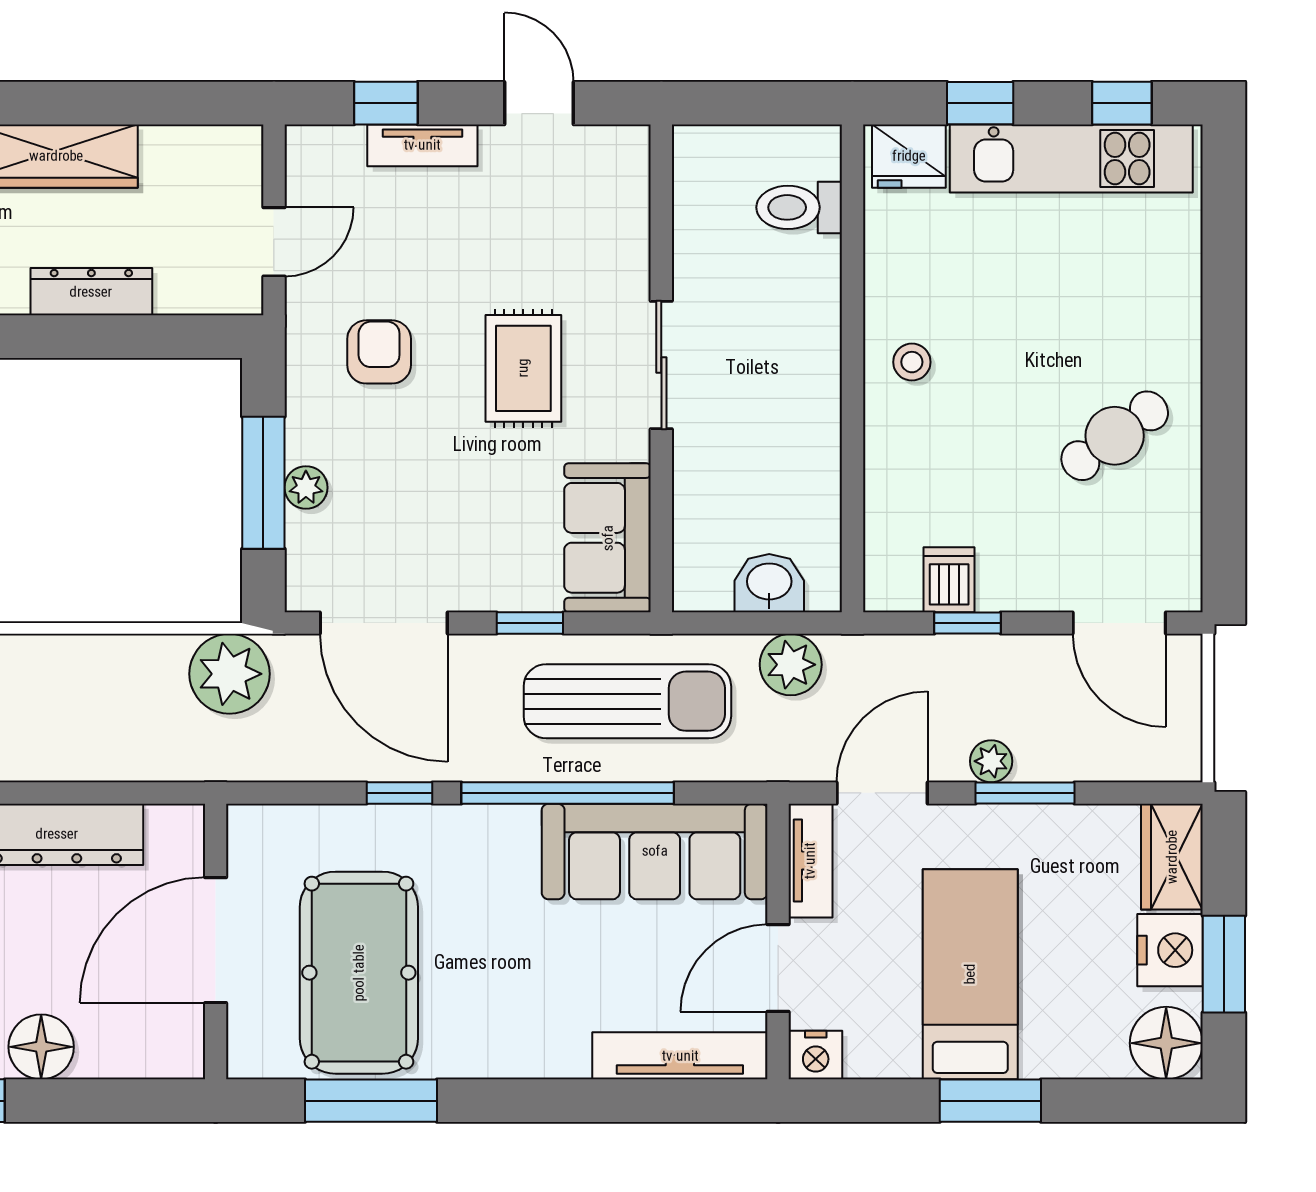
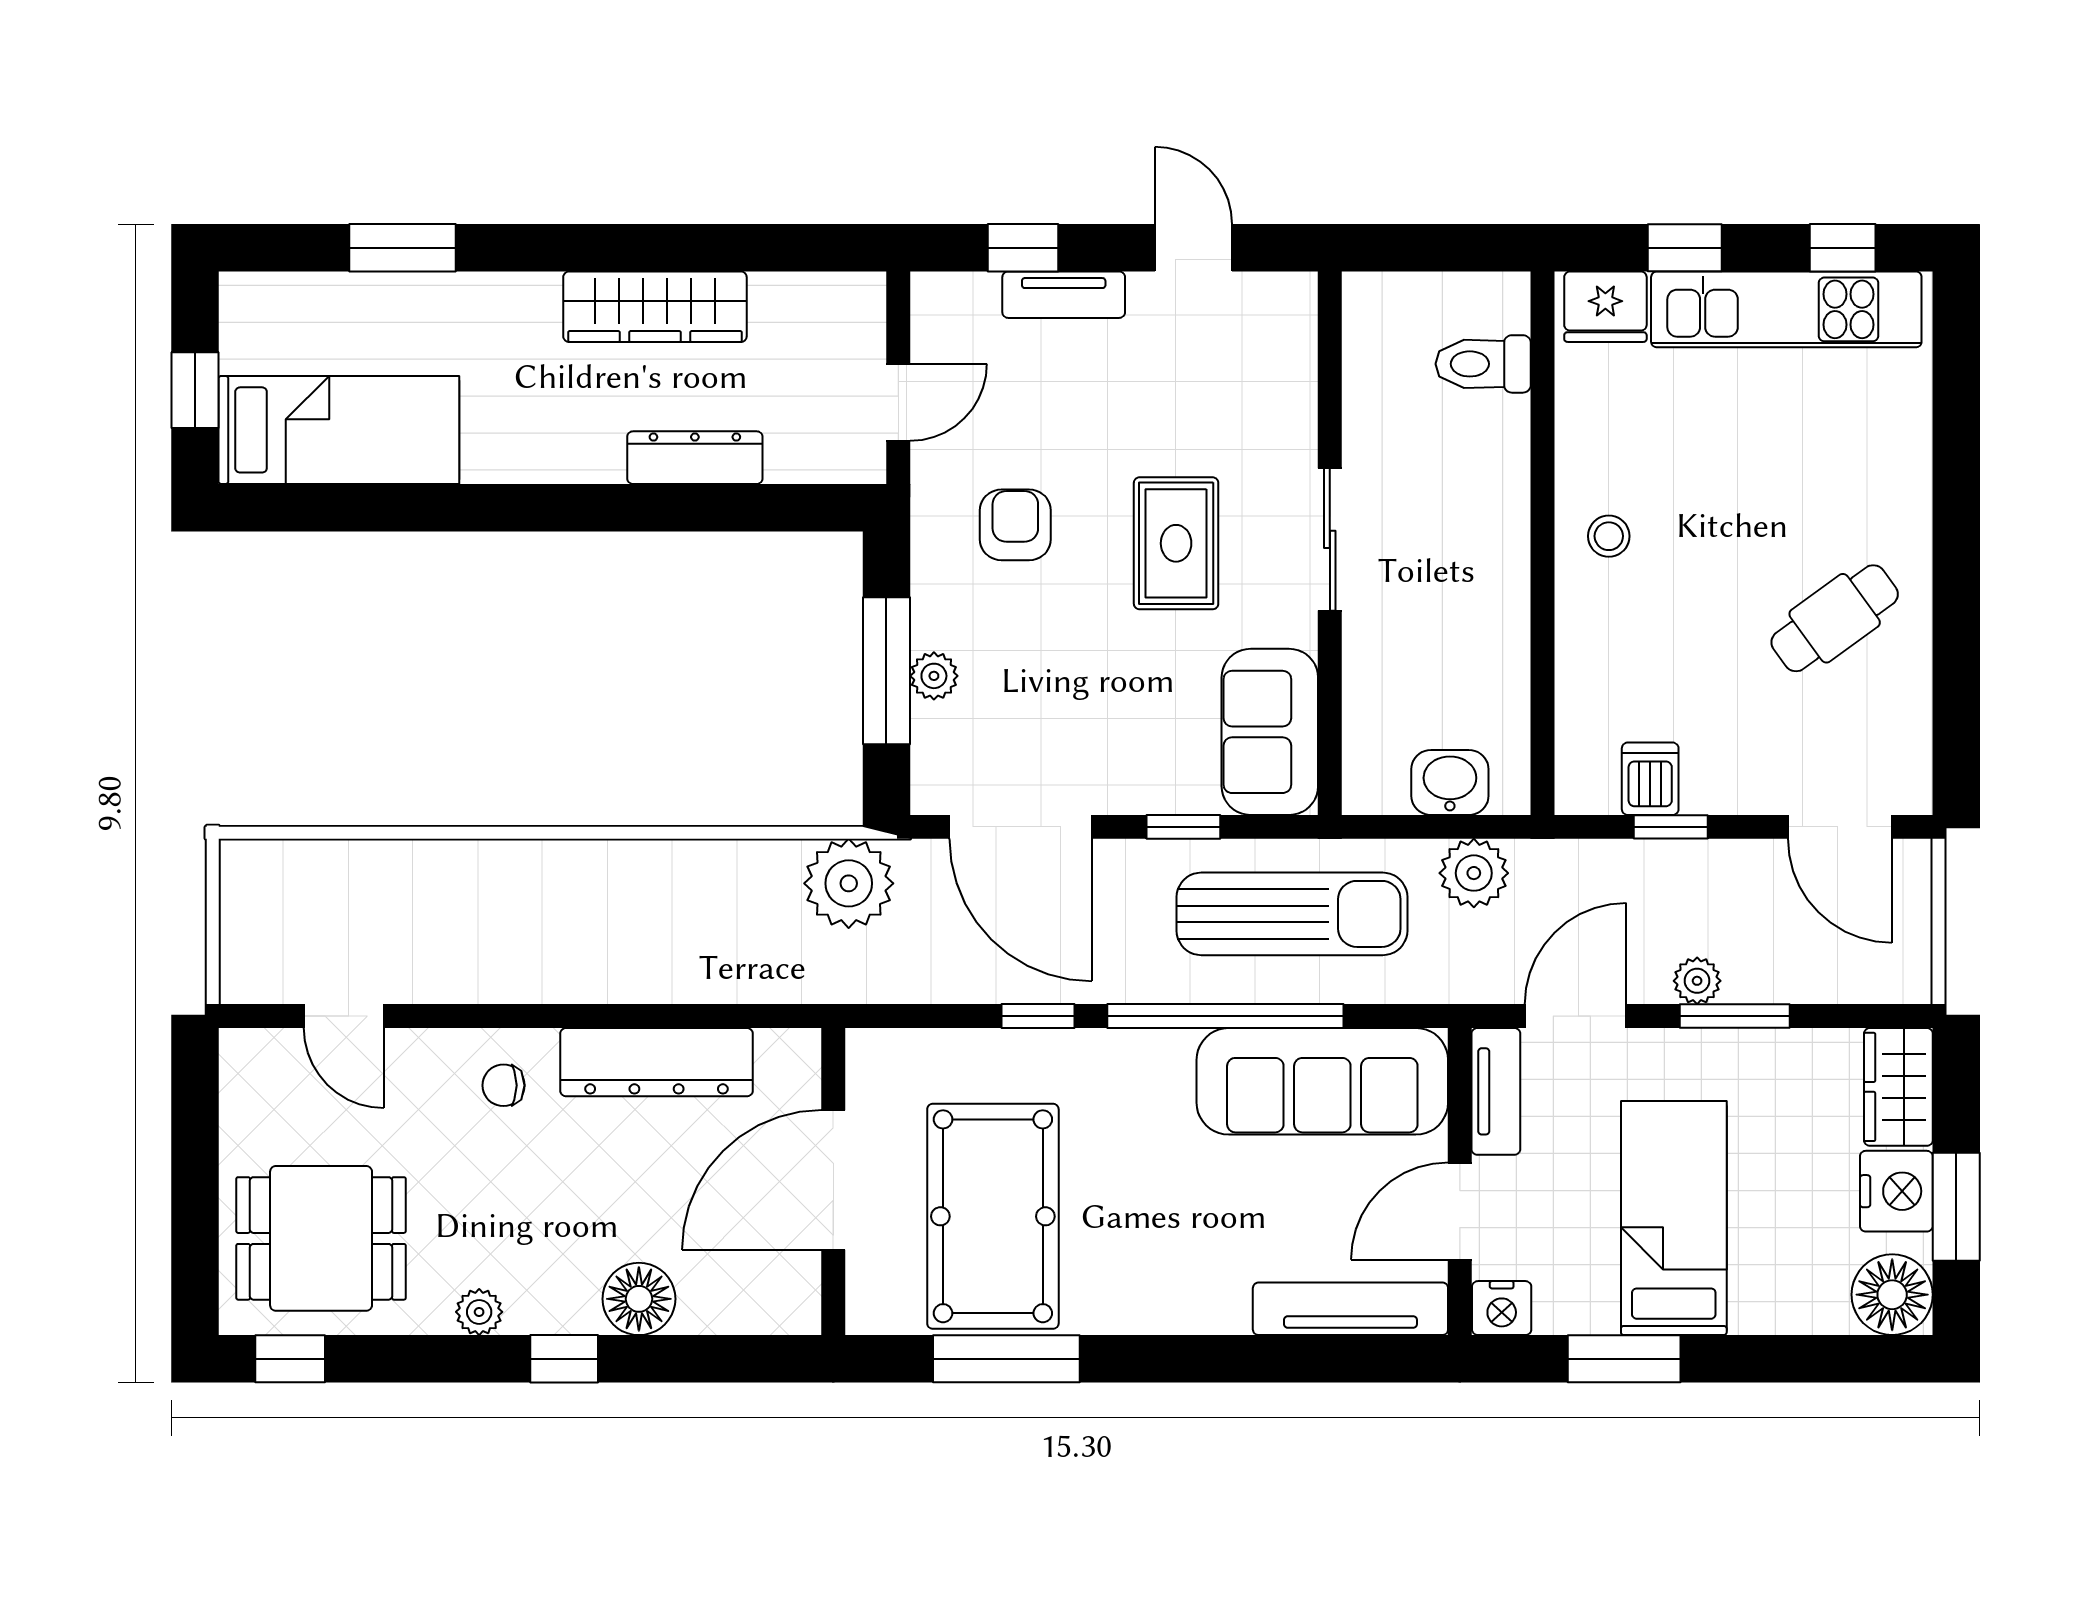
window: (990, 1101) -> (1624, 1359), moved

